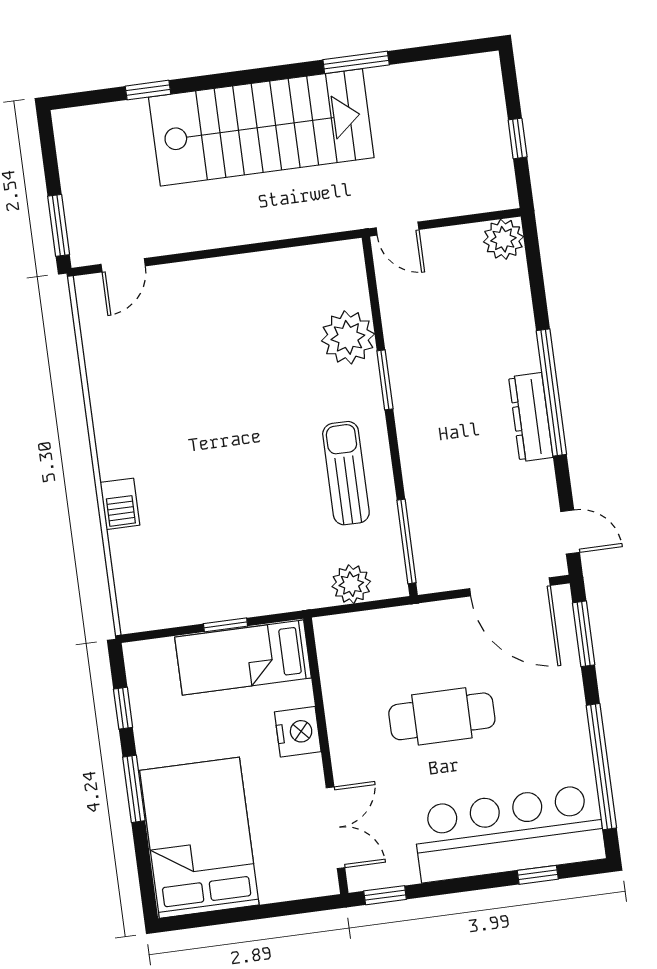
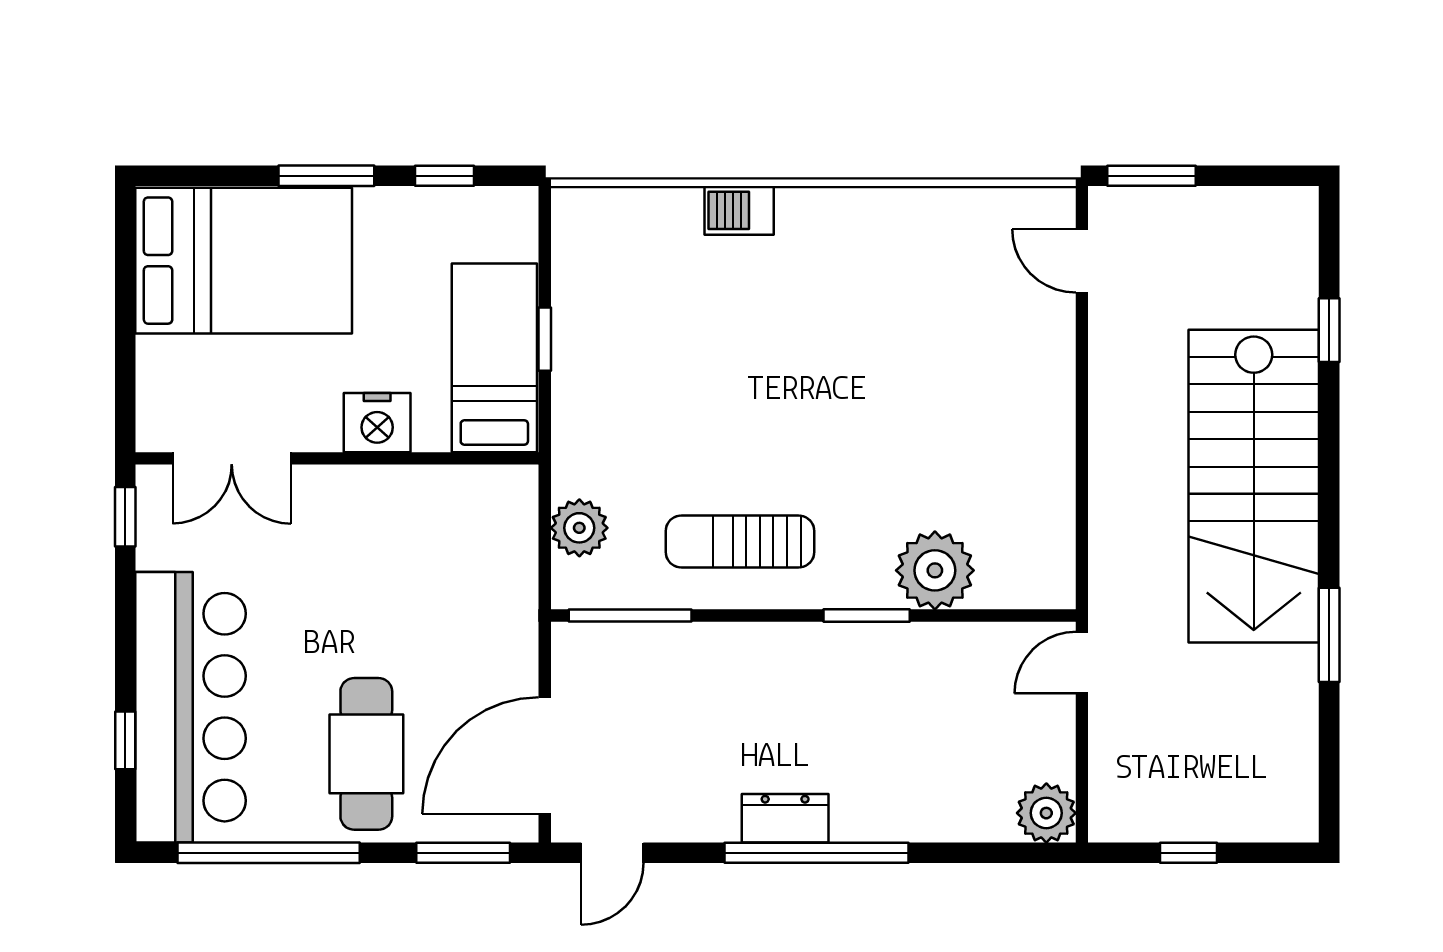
dresser: (531, 417) -> (785, 818), width x0.70
sun lounger: (346, 473) -> (740, 542), turned 180
cafe table: (442, 716) -> (366, 754), moved

